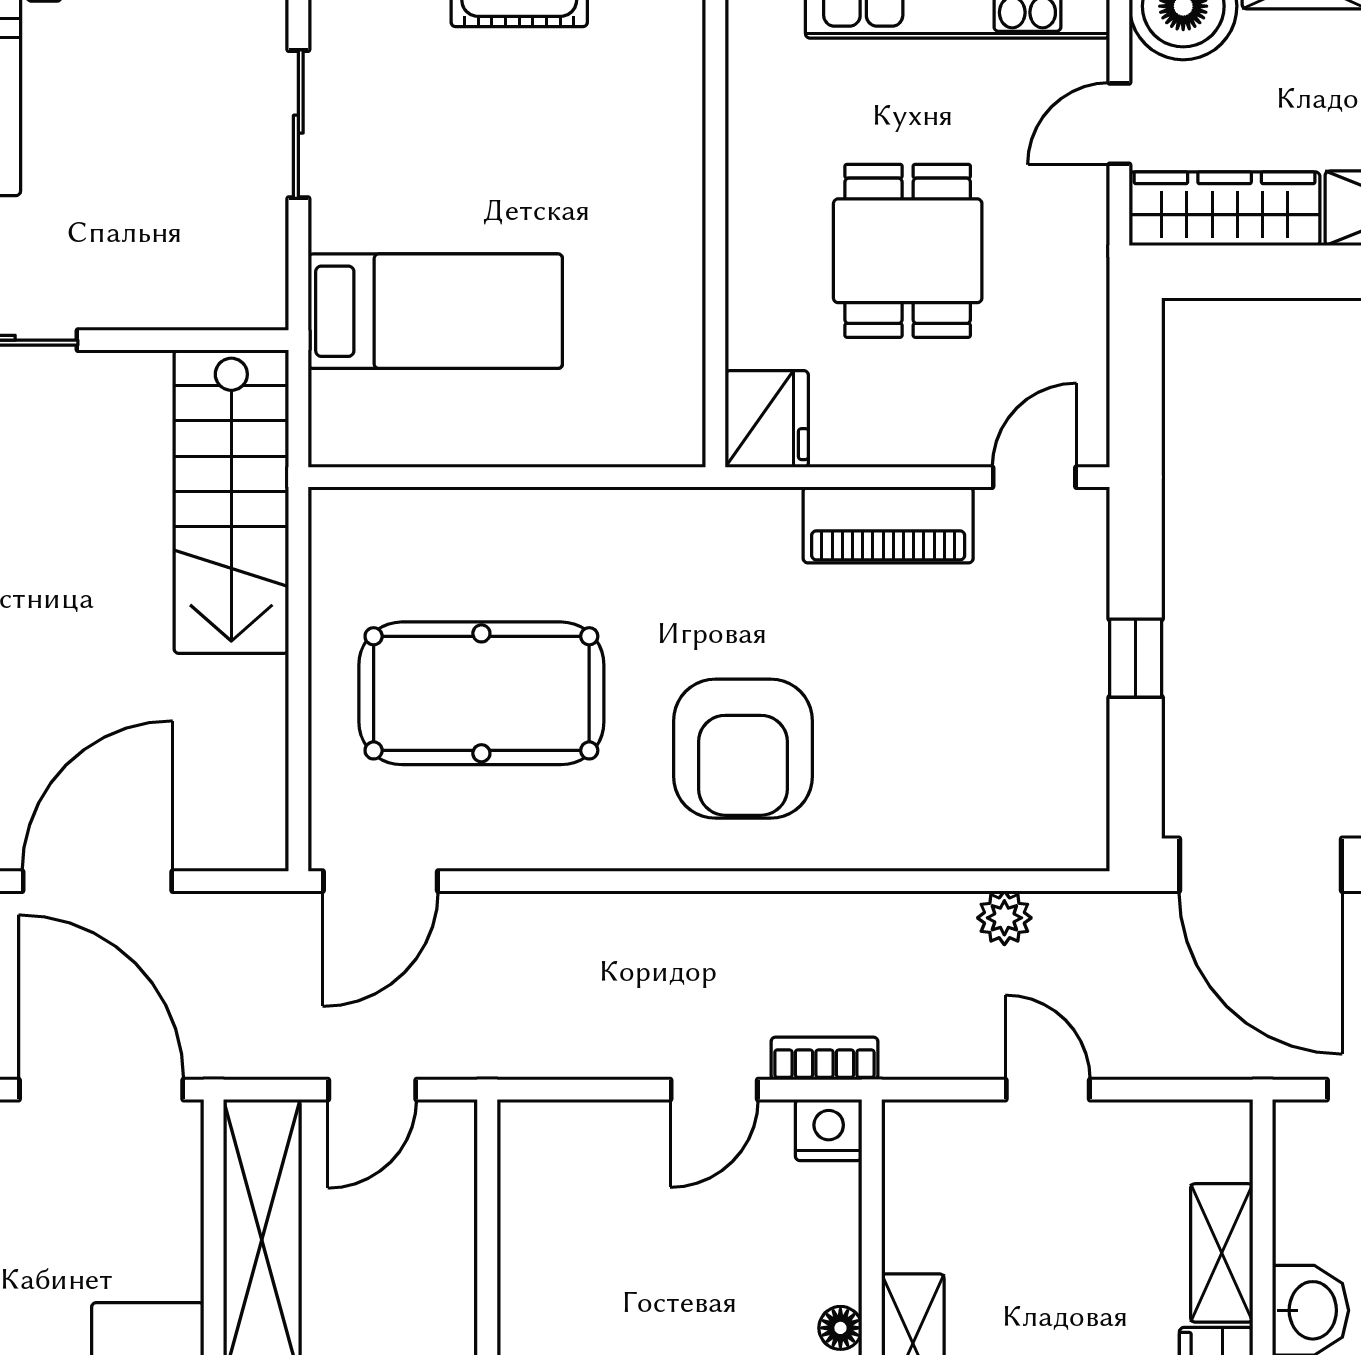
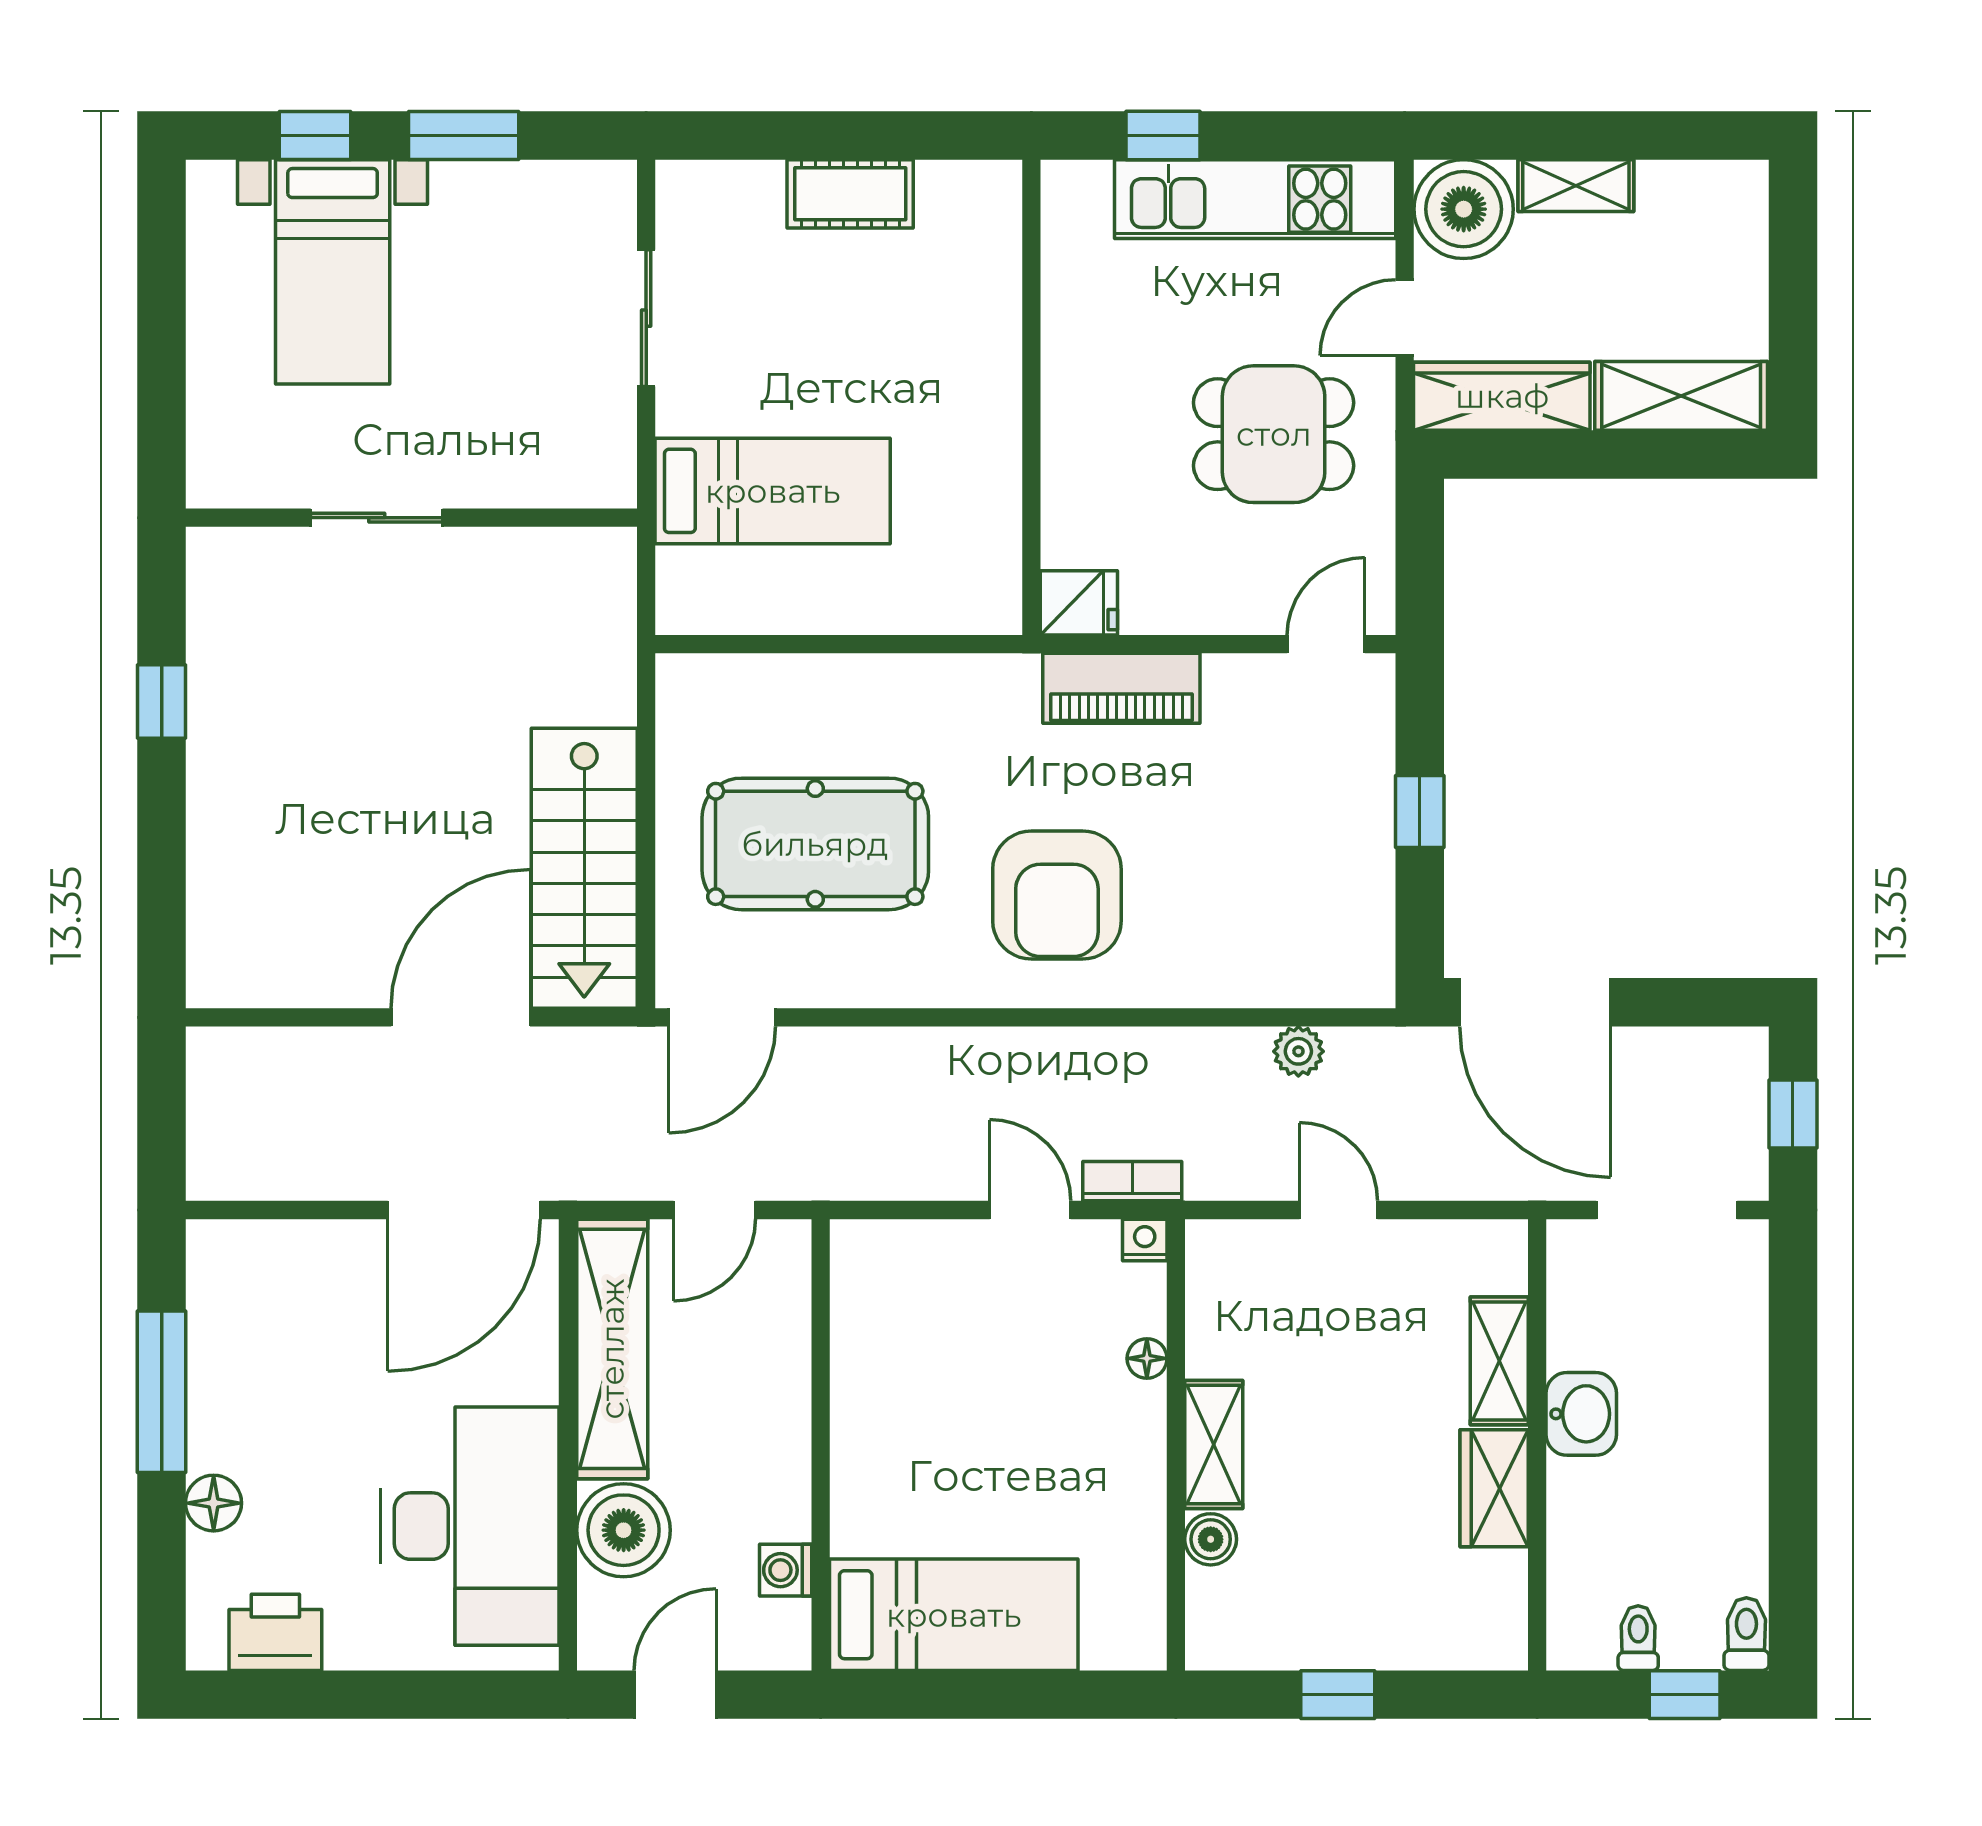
dining table: (908, 251) -> (1274, 434), moved, turned 90
fridge: (767, 419) -> (1079, 603), width x0.72
stairs: (231, 502) -> (584, 868), moved
piano: (888, 525) -> (1121, 688), moved
door: (101, 1090) -> (464, 1210), swing flipped
door: (714, 1090) -> (1030, 1210), swing flipped
nightstand: (829, 1130) -> (1145, 1240), width x0.72, depth x0.74
floor lamp: (840, 1328) -> (1147, 1358), moved

